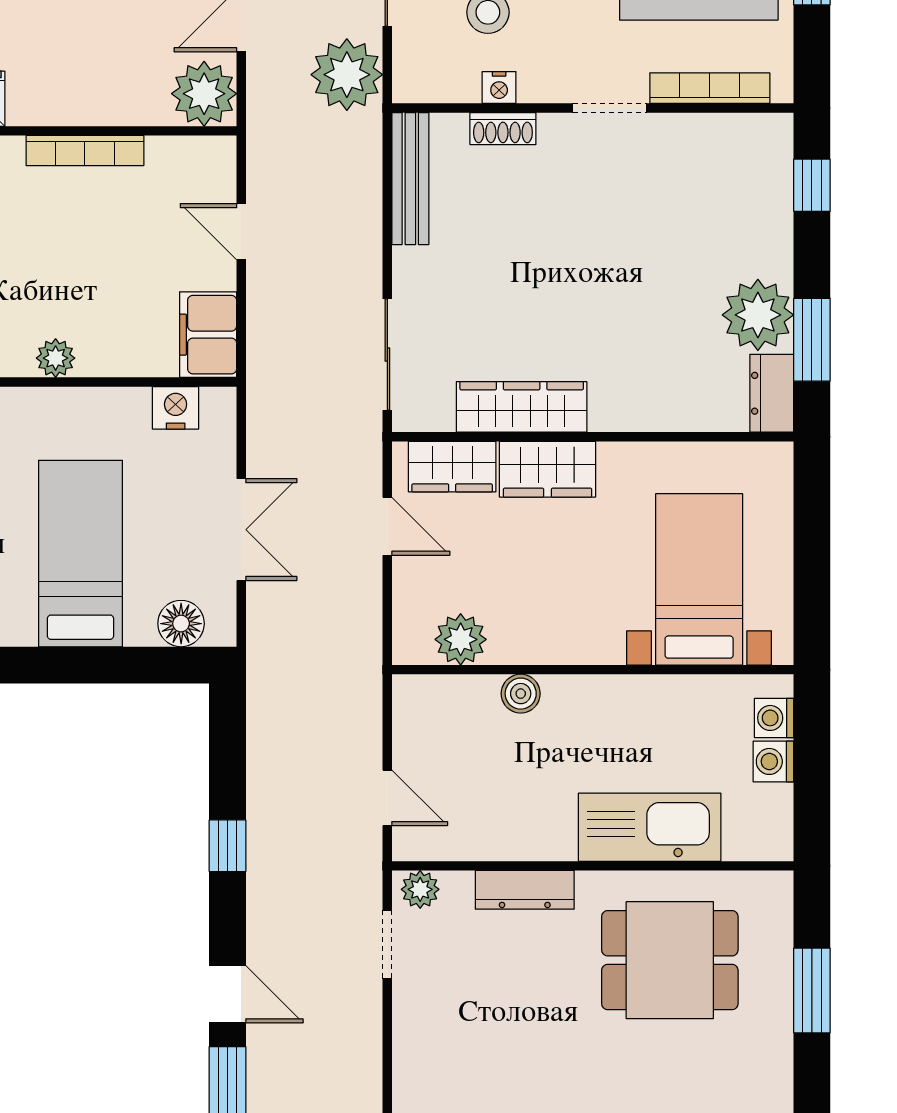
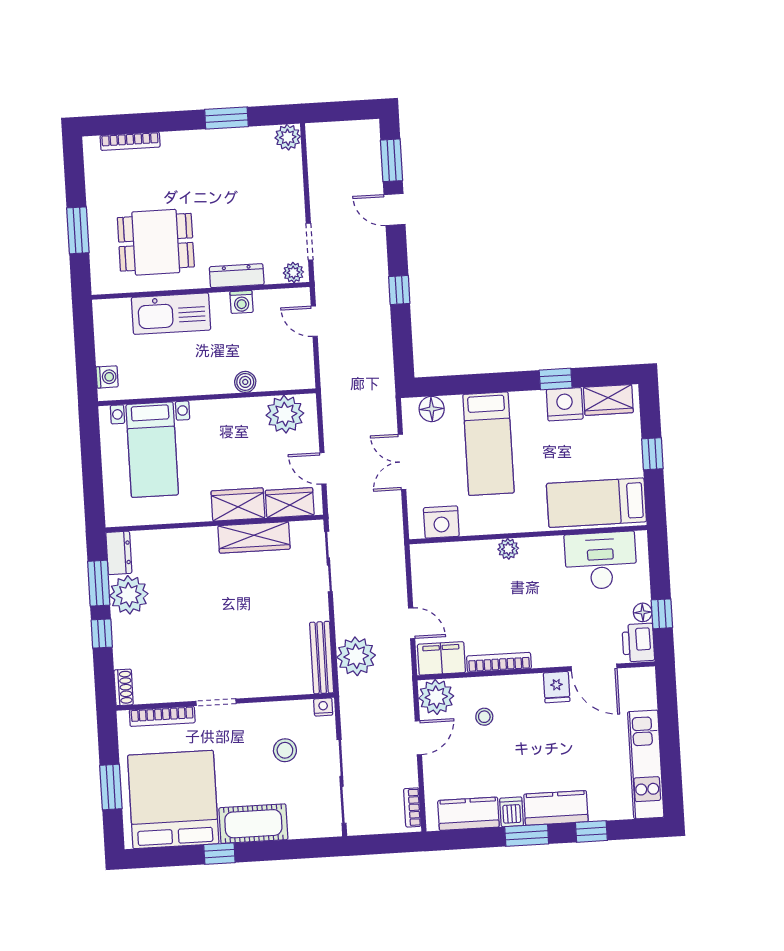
stool: (118, 52) -> (484, 717), added
plant: (347, 75) -> (356, 656), moved
nightstand: (499, 88) -> (323, 707), moved
shoe rack: (503, 129) -> (124, 687), moved, turned 90
window: (812, 185) -> (102, 634), moved
filing cabinet: (208, 335) -> (441, 658), moved, turned -90
nightstand: (176, 408) -> (441, 522), width x1.36, depth x1.33
plant: (461, 639) -> (285, 414), width x1.36, depth x1.36
washing machine: (773, 761) -> (242, 302), moved, turned 90

